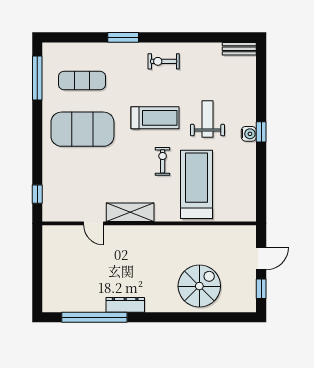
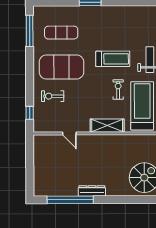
exercise bike: (164, 61) -> (53, 96), moved
shelving: (130, 212) -> (107, 126), moved

